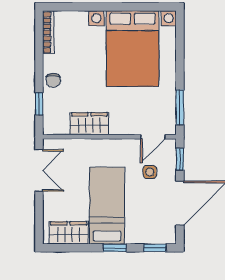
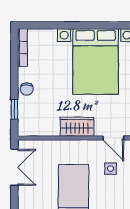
wardrobe: (89, 124) -> (77, 127), moved
door: (153, 137) -> (113, 138), hinge flipped

